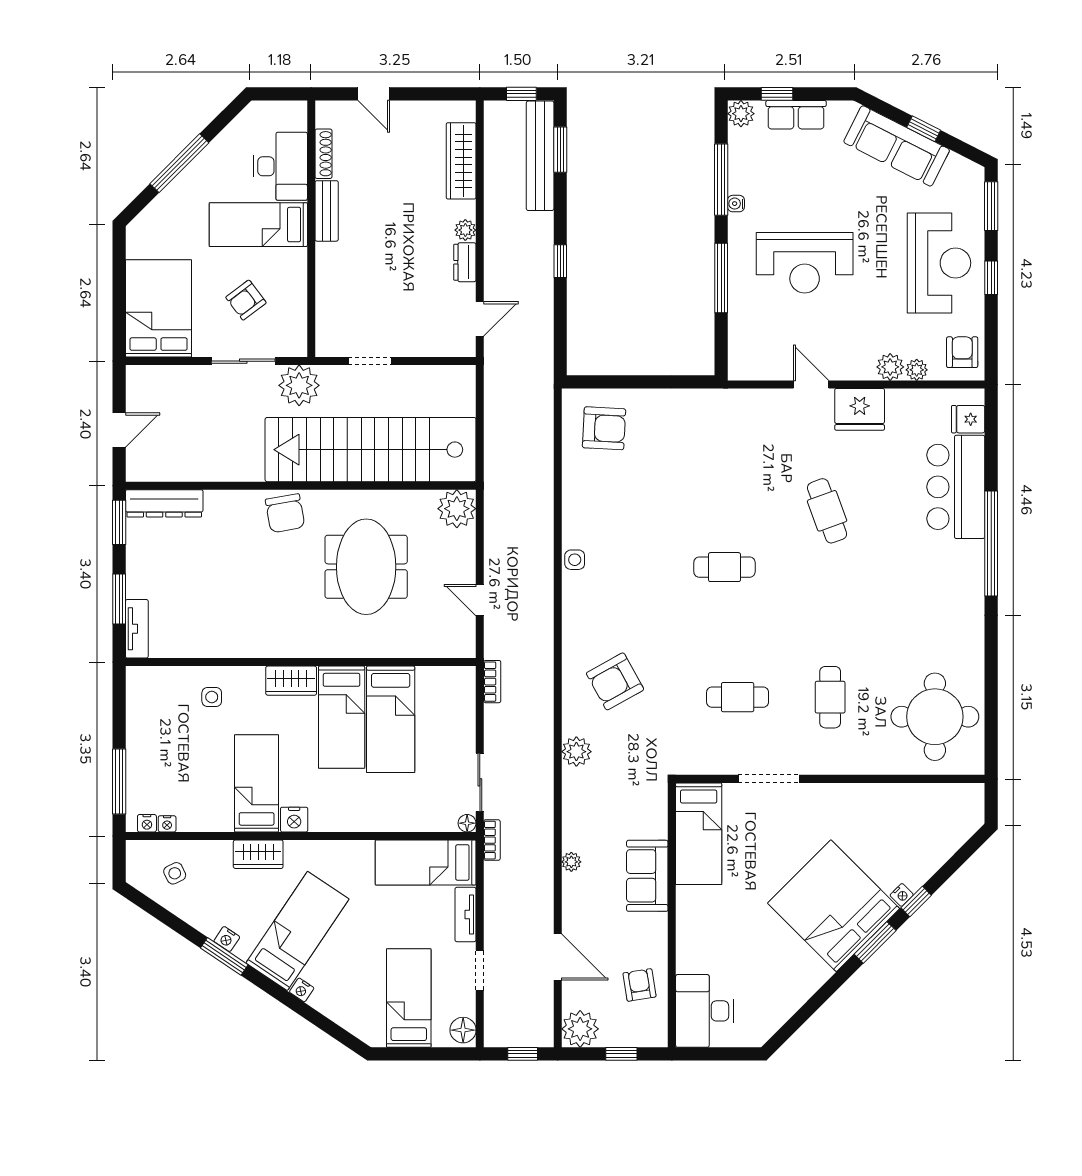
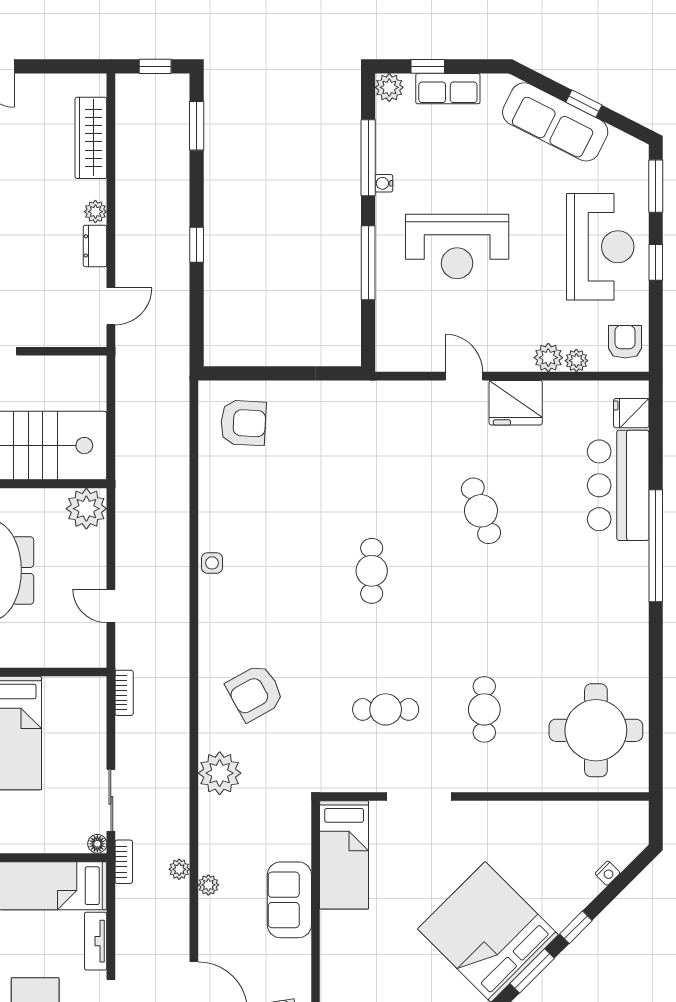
bench: (540, 156) -> (175, 132), removed
cafe table: (724, 567) -> (372, 571), turned 90
plant: (576, 752) -> (220, 773), width x1.36, depth x1.36
plant: (544, 847) -> (179, 869), added
nightstand: (902, 895) -> (608, 873), moved

